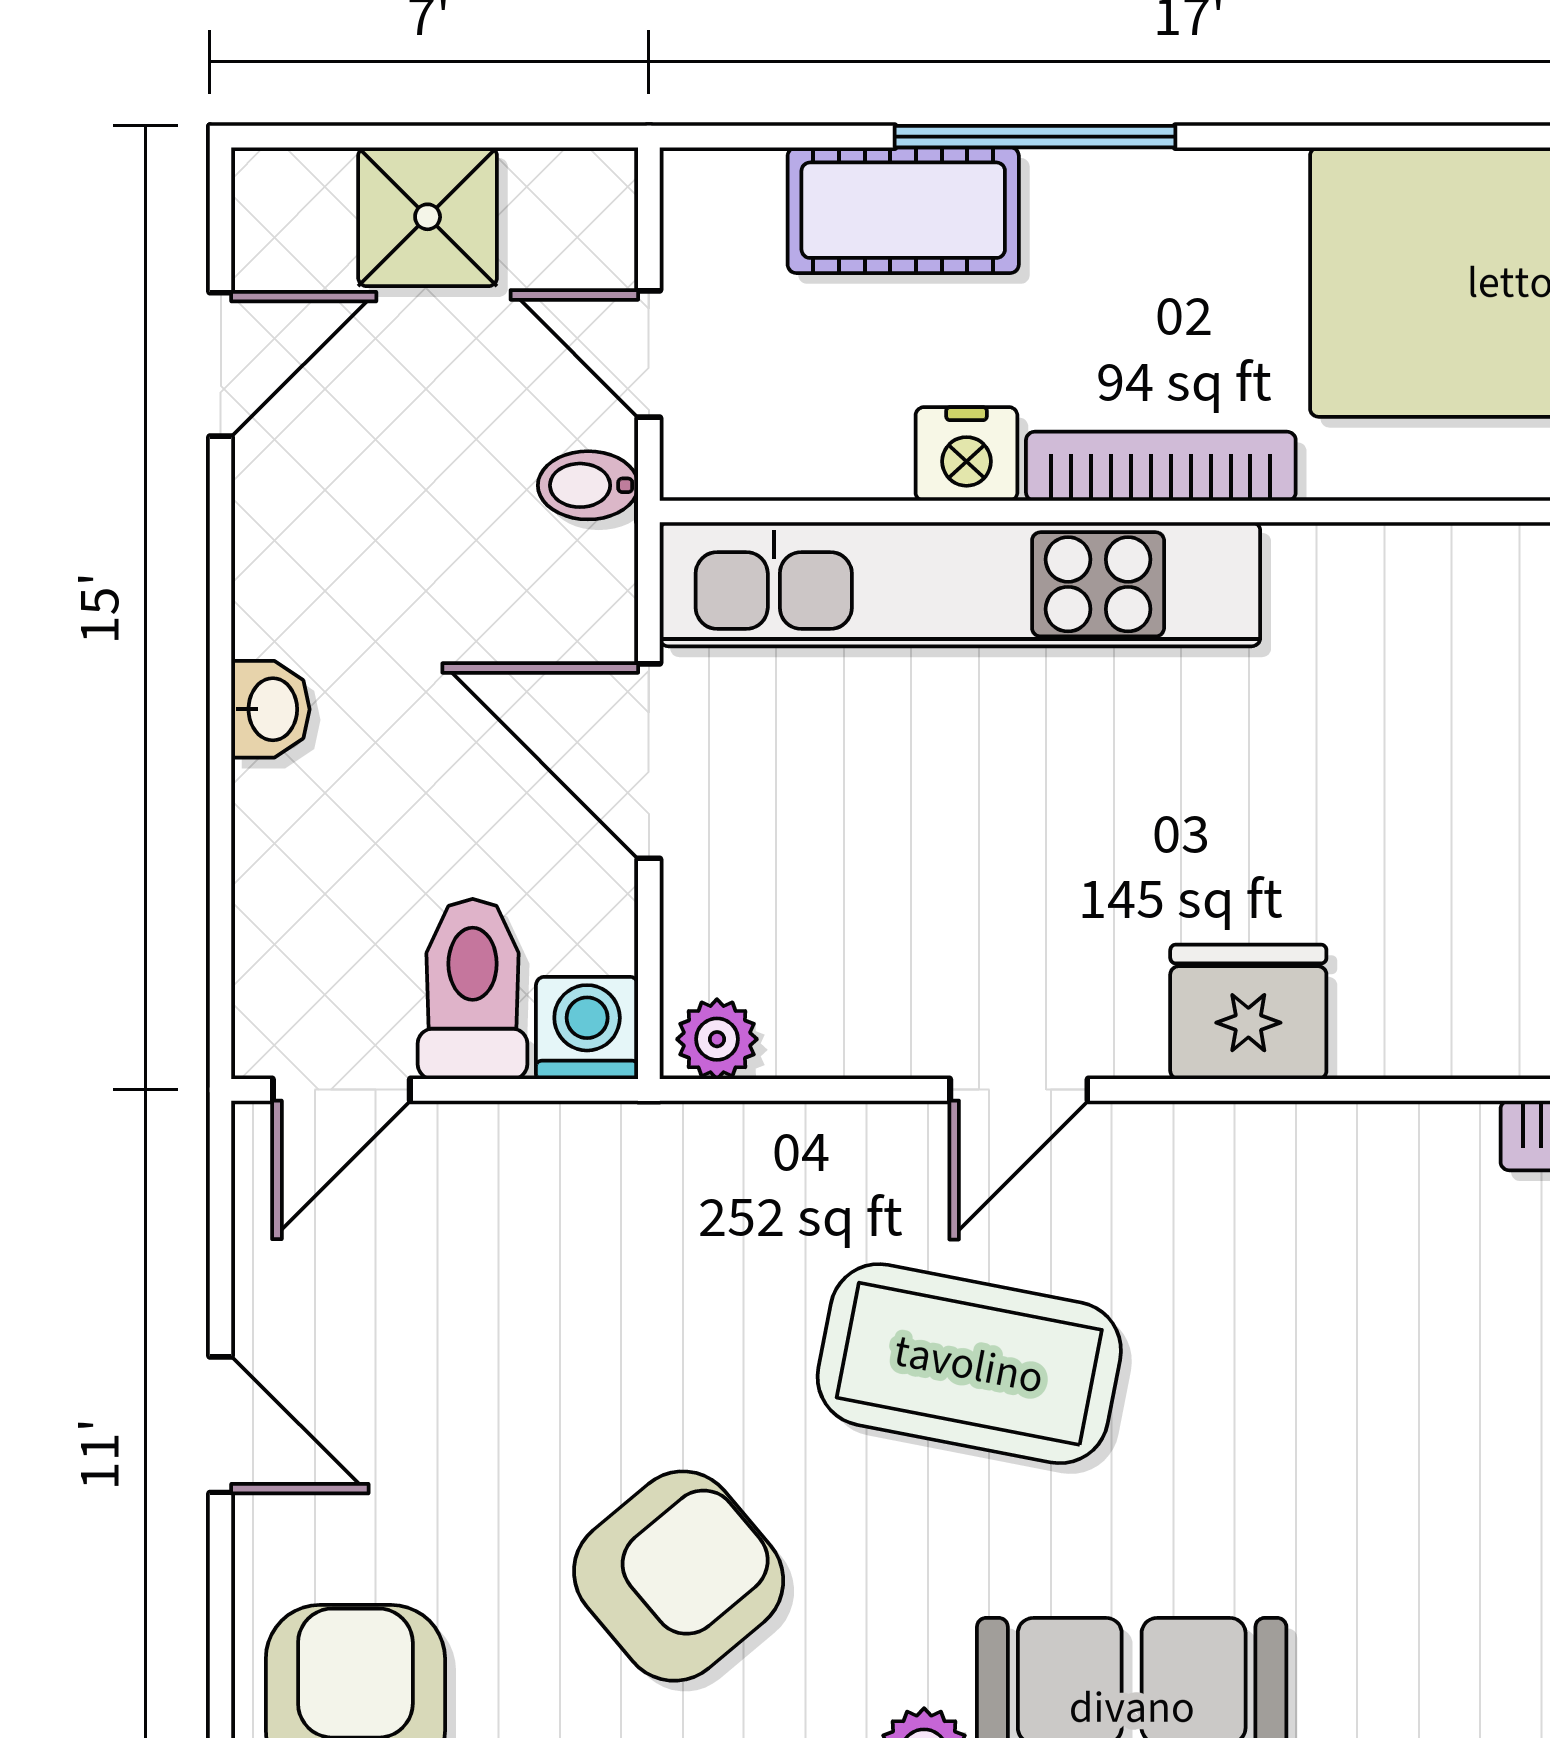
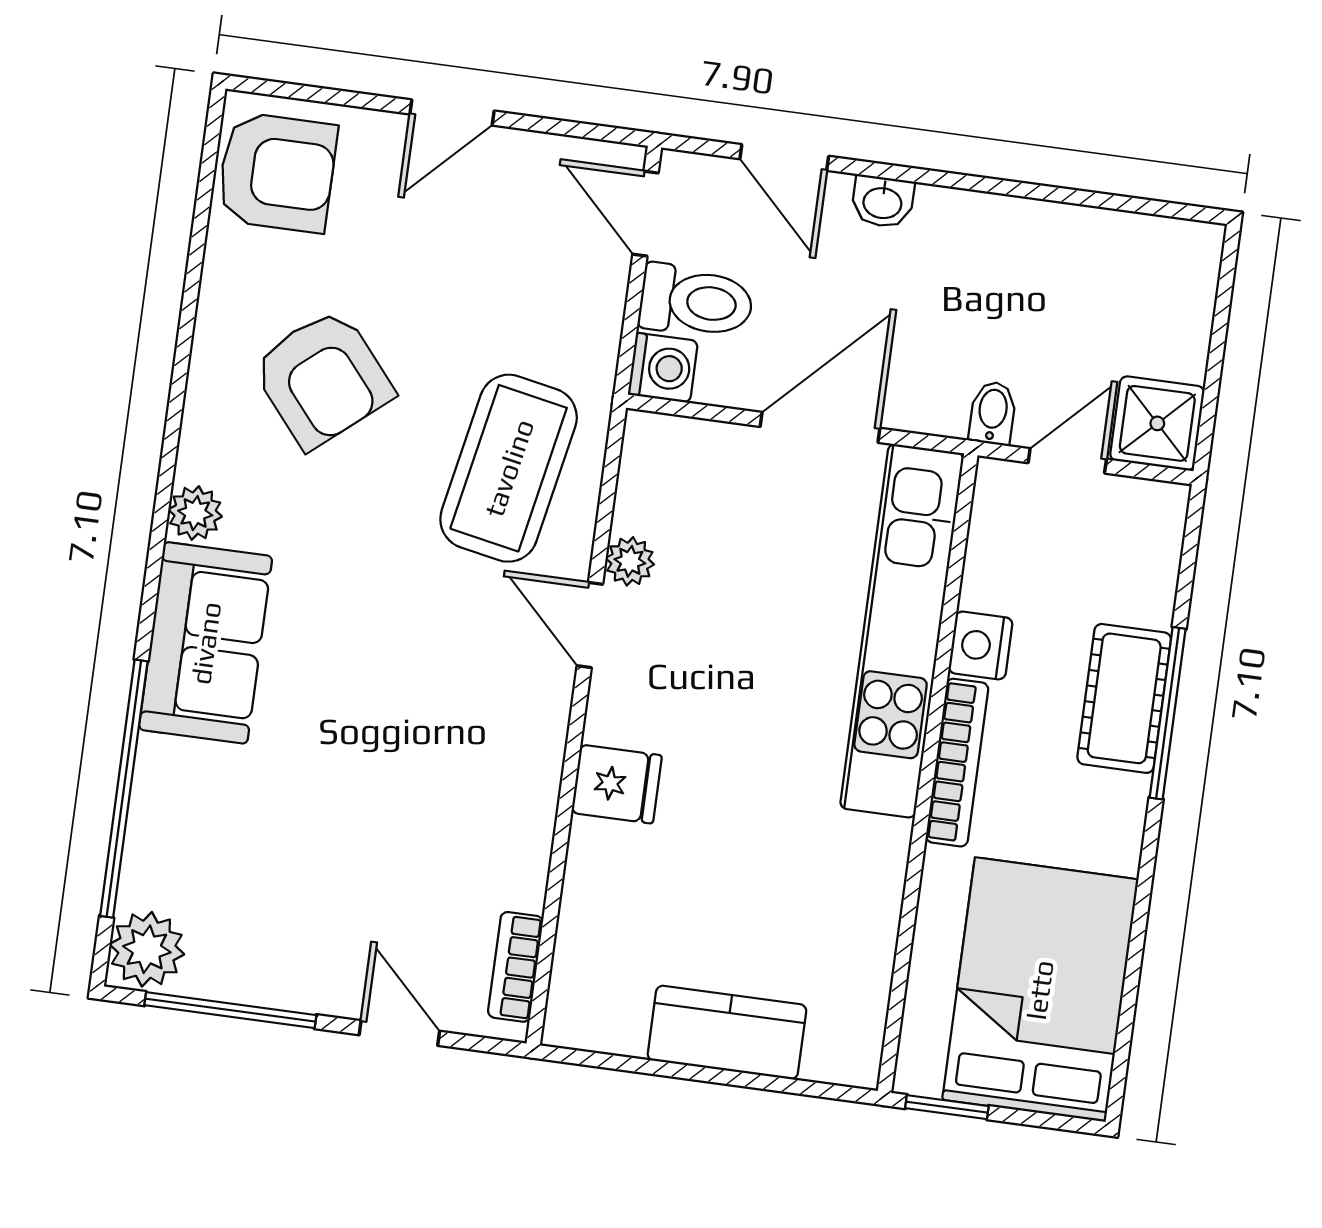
cot: (903, 210) -> (1124, 698), moved
shower: (428, 217) -> (1157, 423), moved
door: (221, 364) -> (784, 157), moved
fridge: (1248, 1012) -> (617, 784), width x0.72
plant: (717, 1039) -> (630, 561), moved
coffee table: (969, 1364) -> (509, 468), moved

